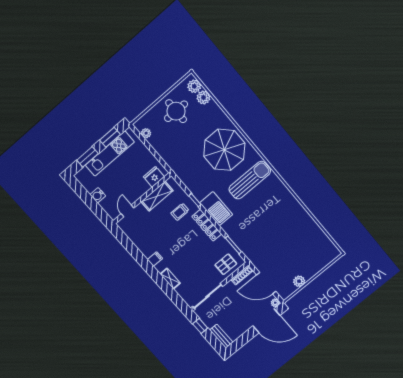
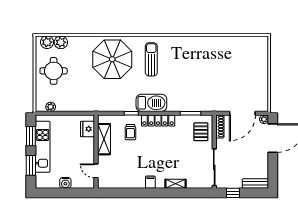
sun lounger: (250, 180) -> (151, 59), width x0.73, depth x0.75
plant: (299, 281) -> (262, 87), removed

